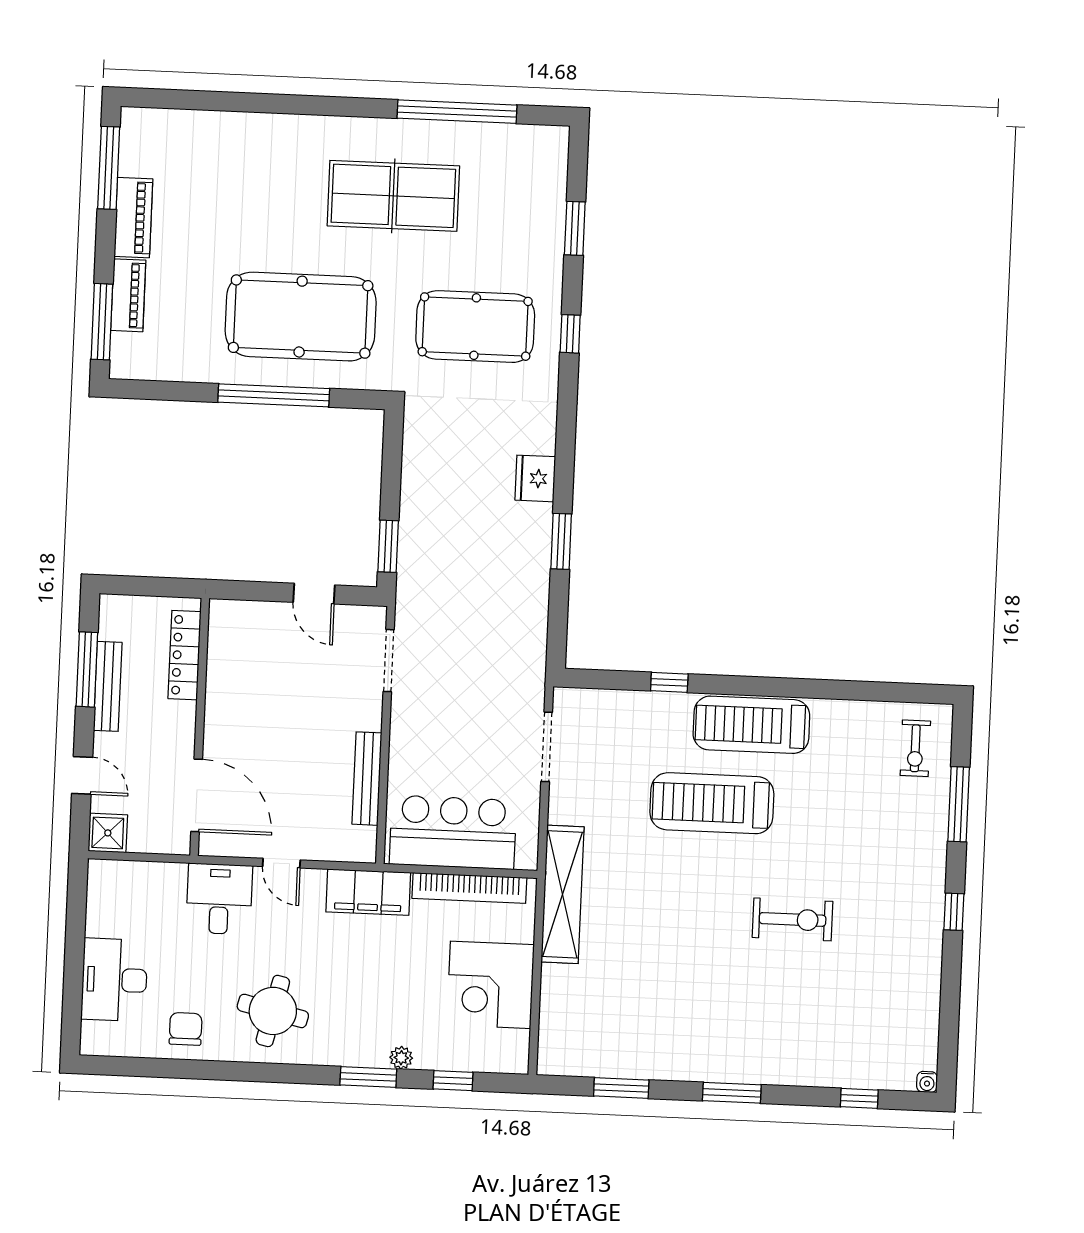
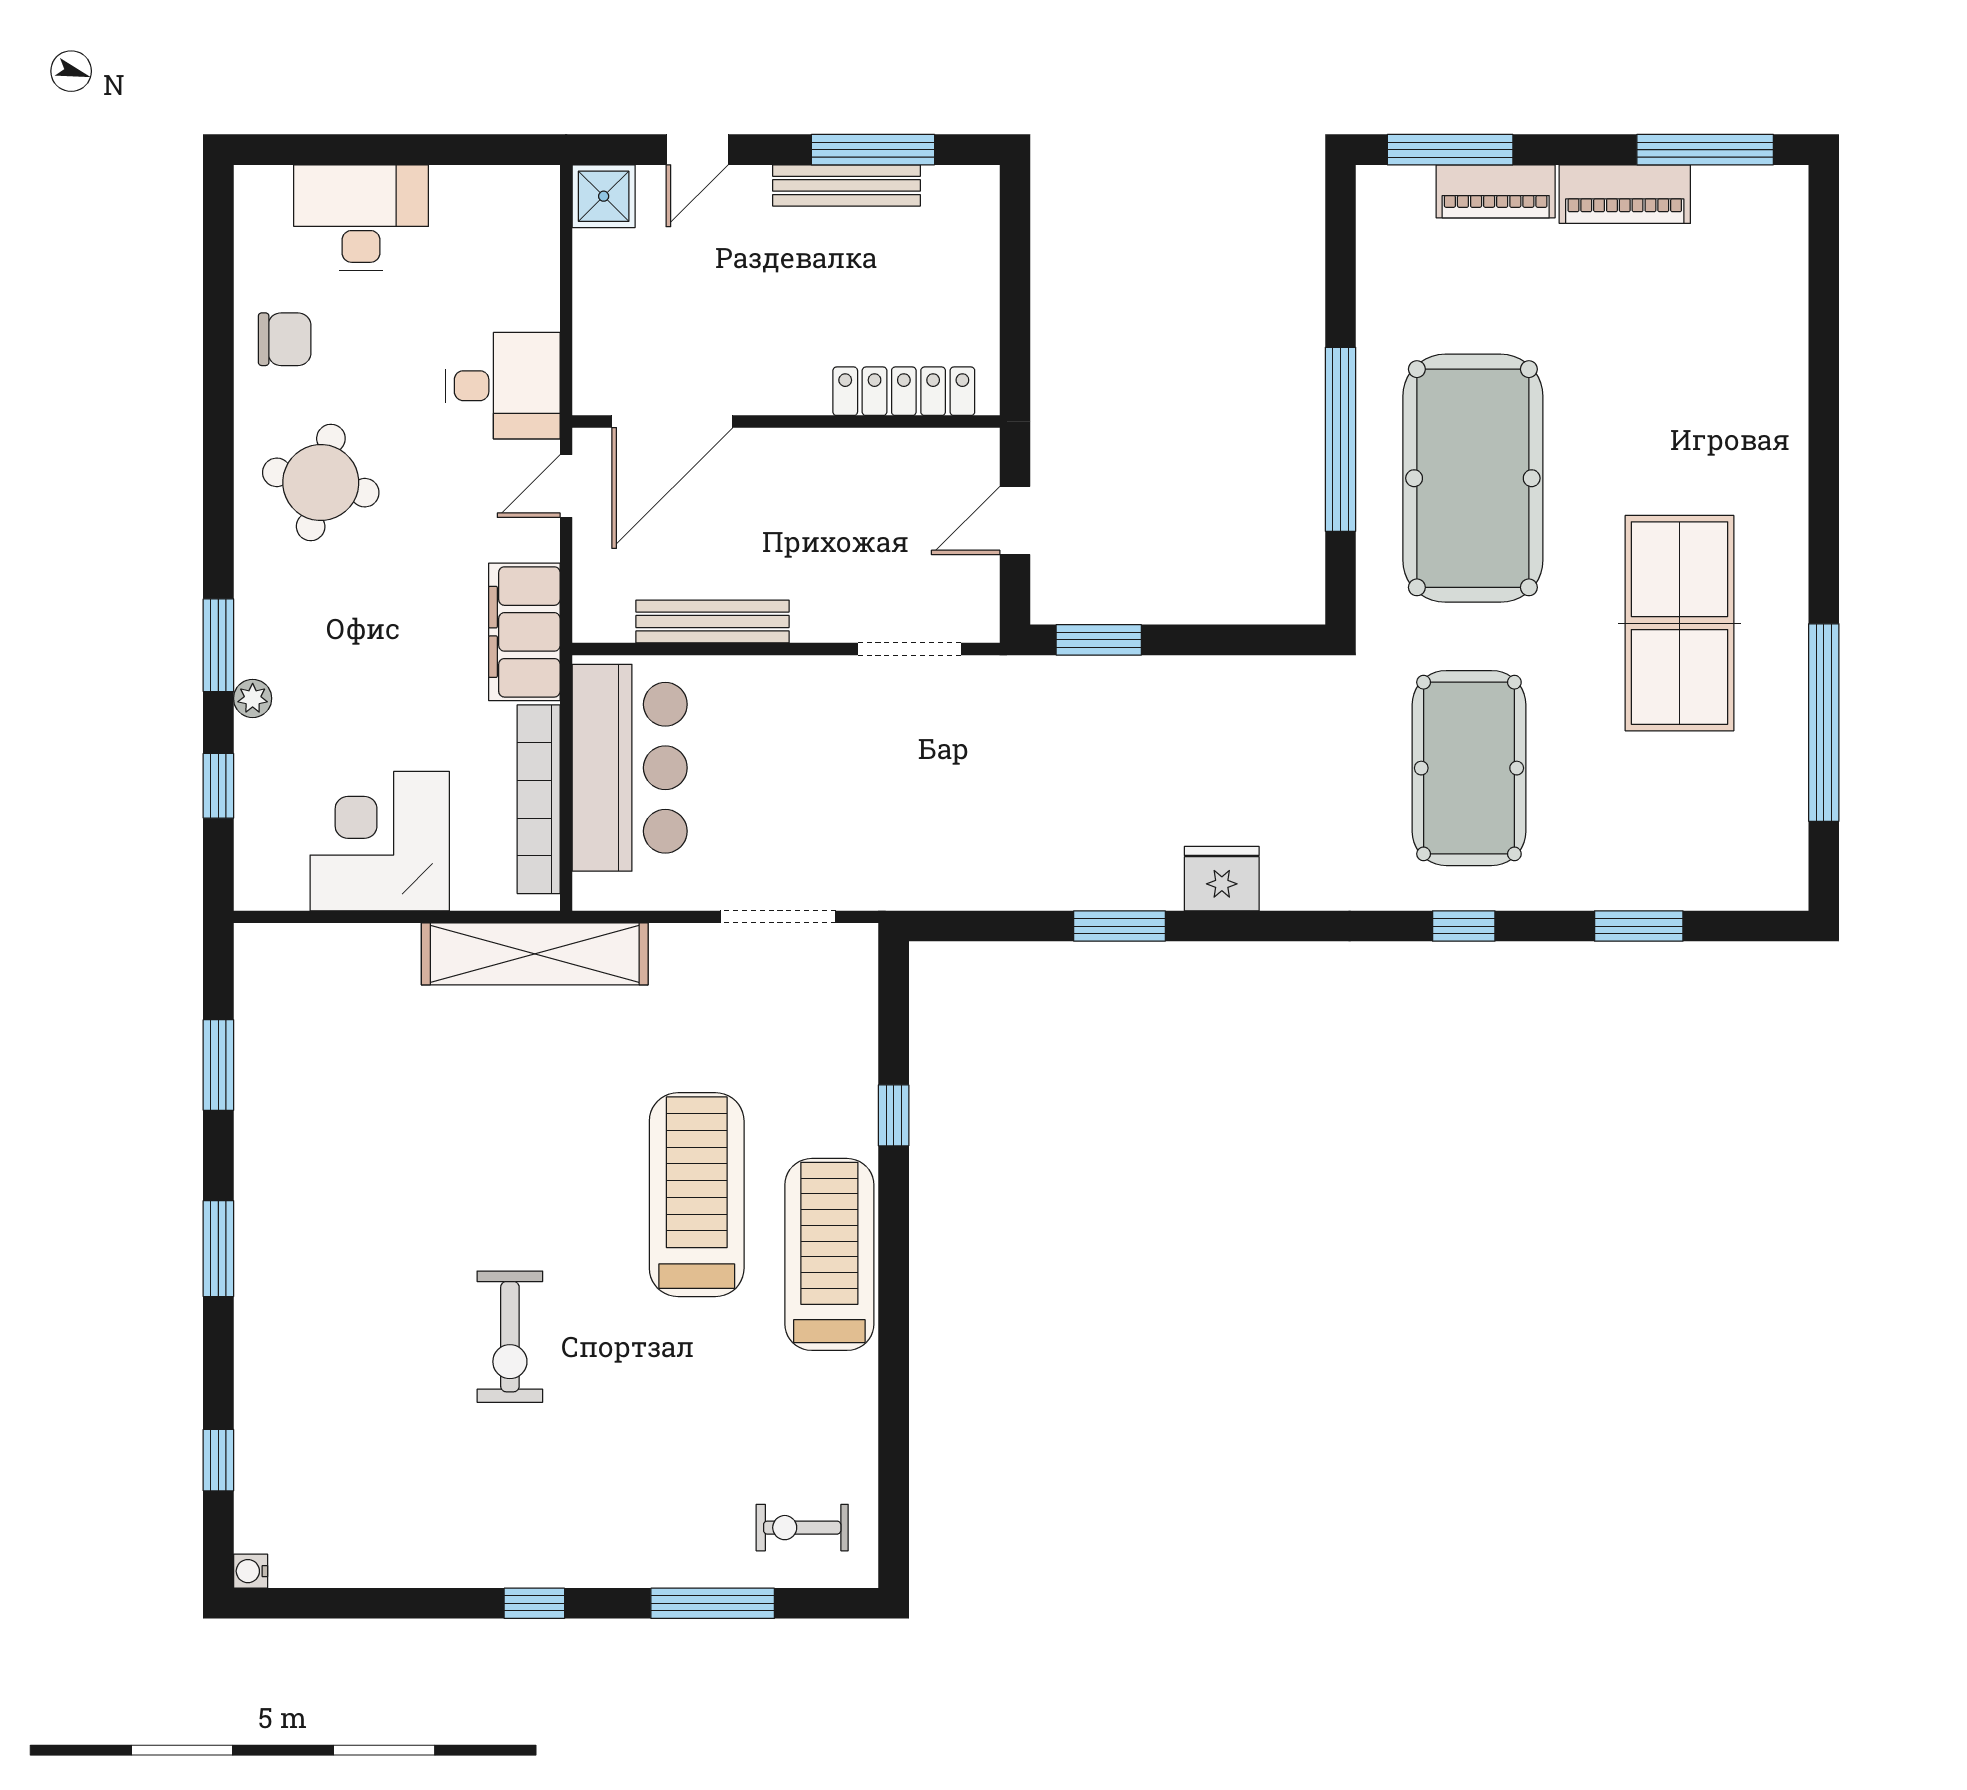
locker: (184, 655) -> (904, 391), moved
wall: (200, 727) -> (786, 422), moved
door: (197, 795) -> (672, 422), moved

